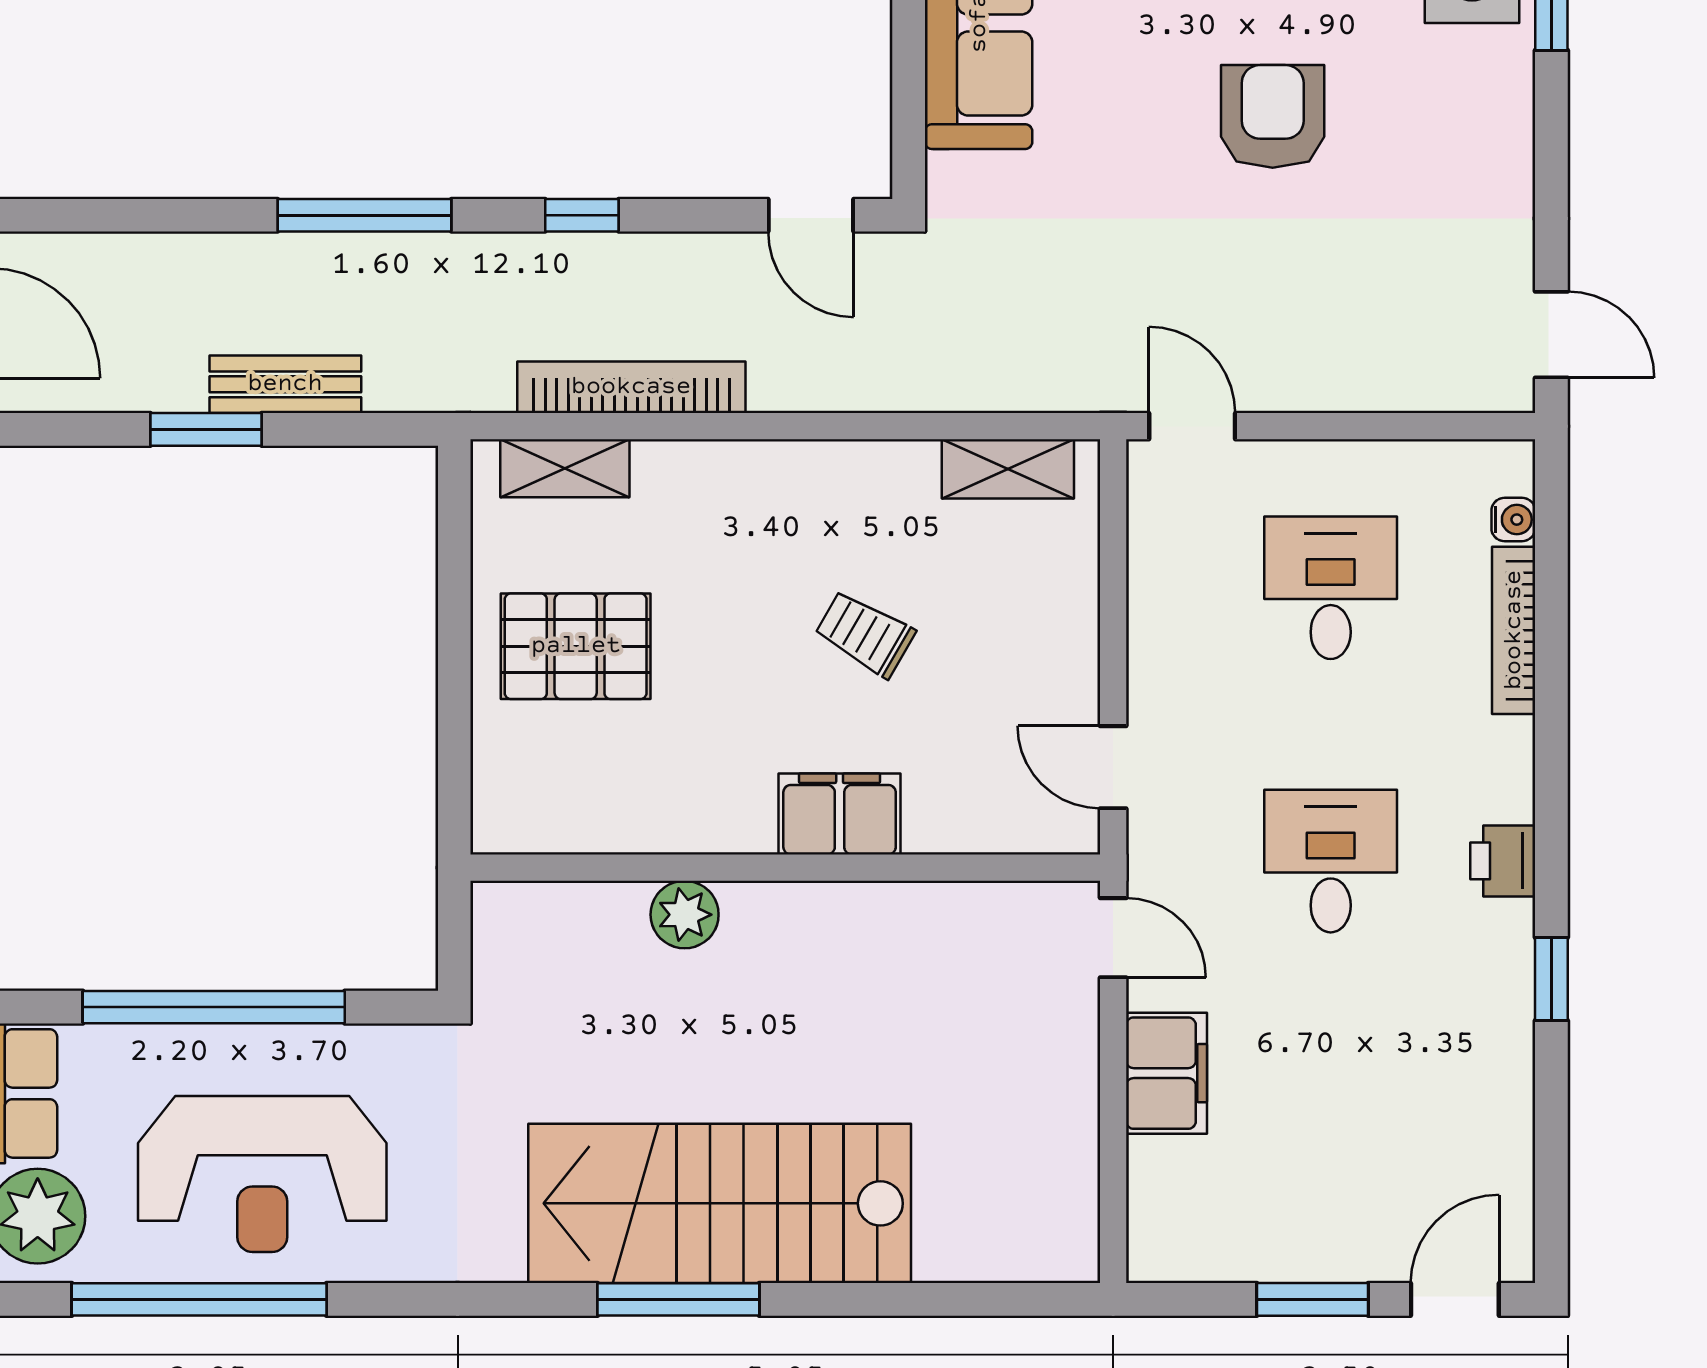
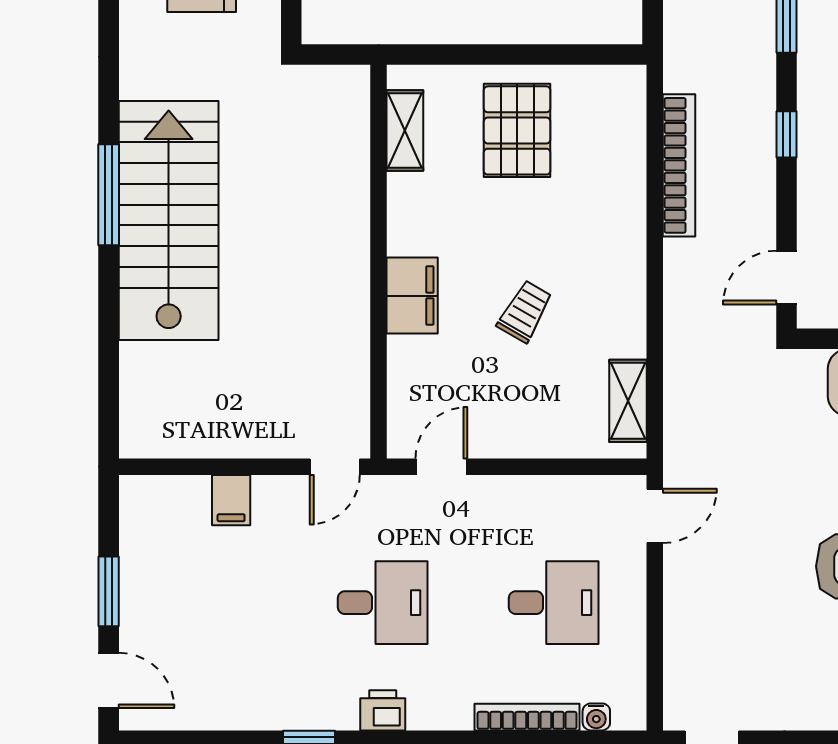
shelving: (565, 468) -> (405, 130), moved
plant: (685, 915) -> (349, 199), removed
filing cabinet: (1167, 1073) -> (231, 500), width x0.50

